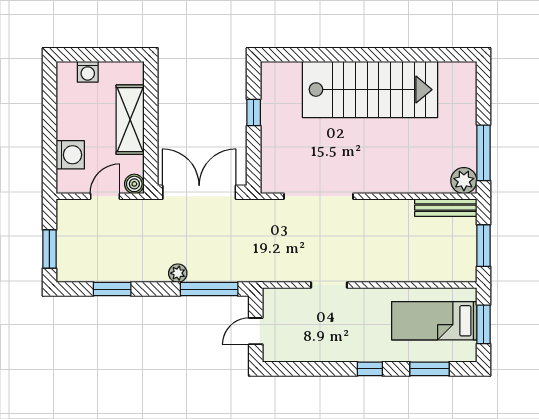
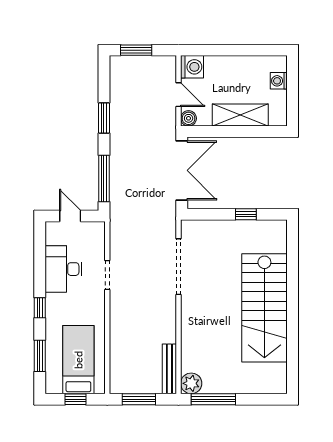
washing machine: (70, 155) -> (192, 67), moved, turned -90
plant: (178, 273) -> (117, 153), removed
window: (112, 289) -> (104, 118), moved
window: (483, 324) -> (75, 399), width x0.67
desk: (322, 339) -> (63, 269), added

